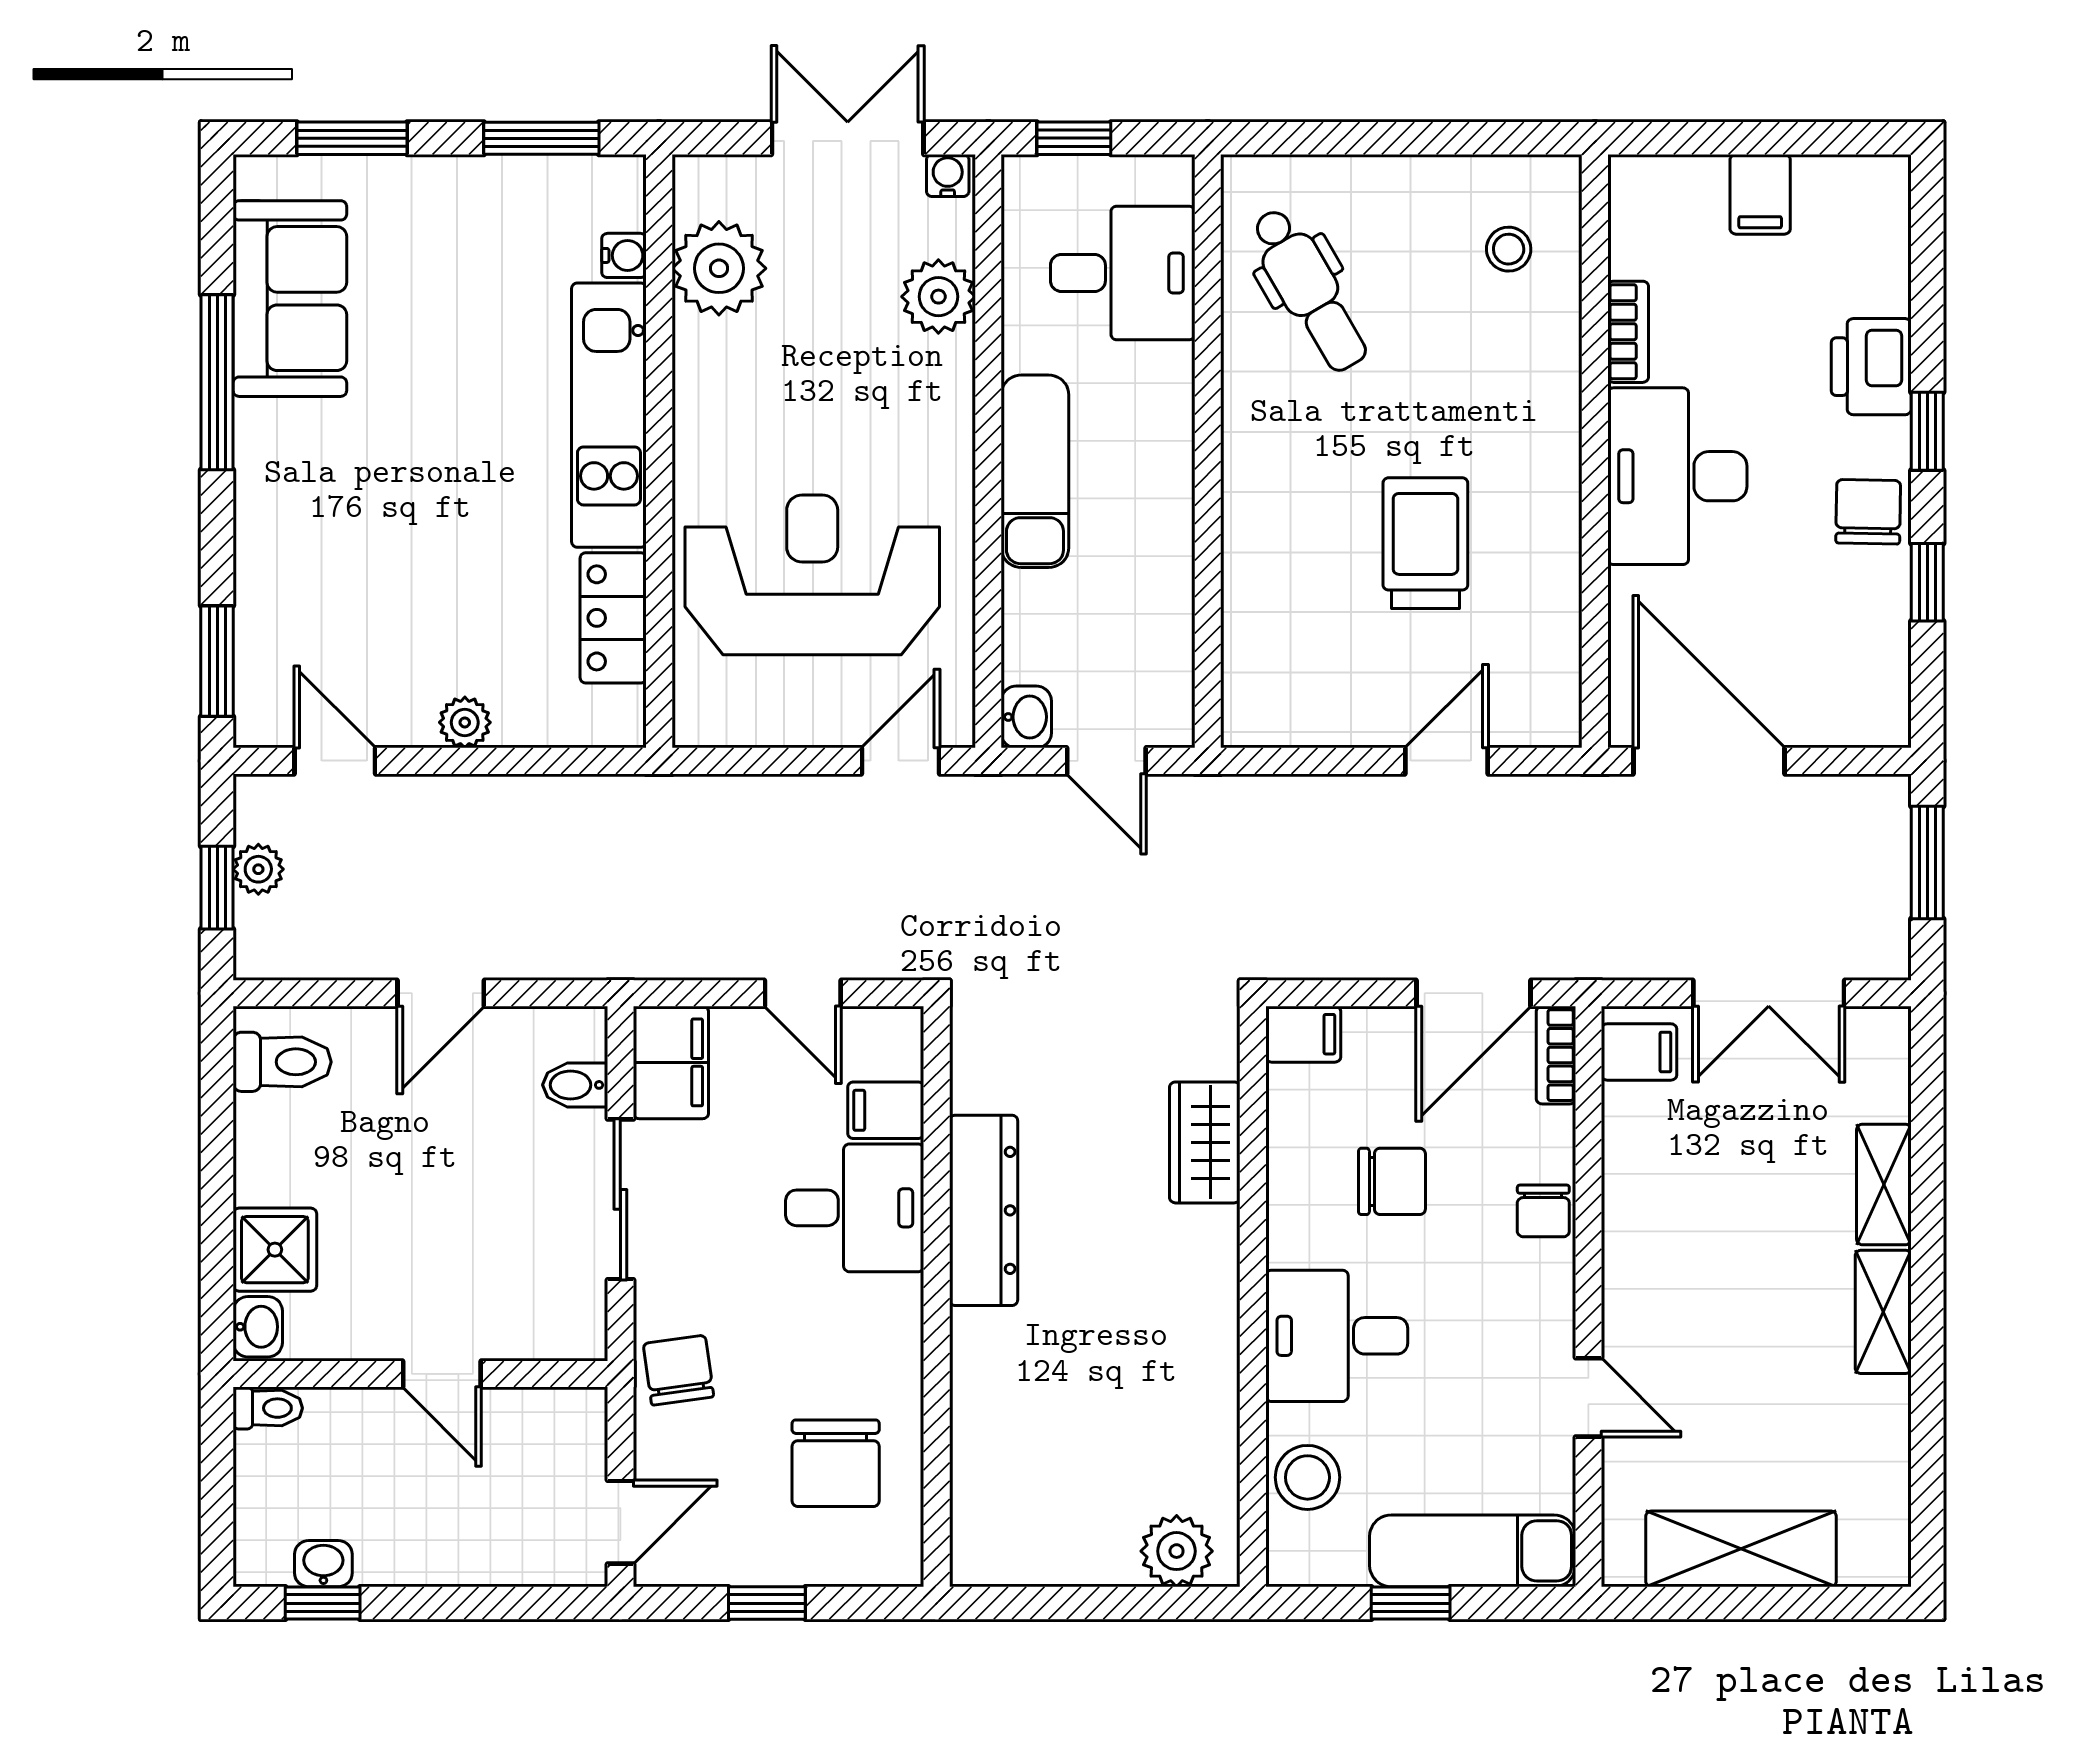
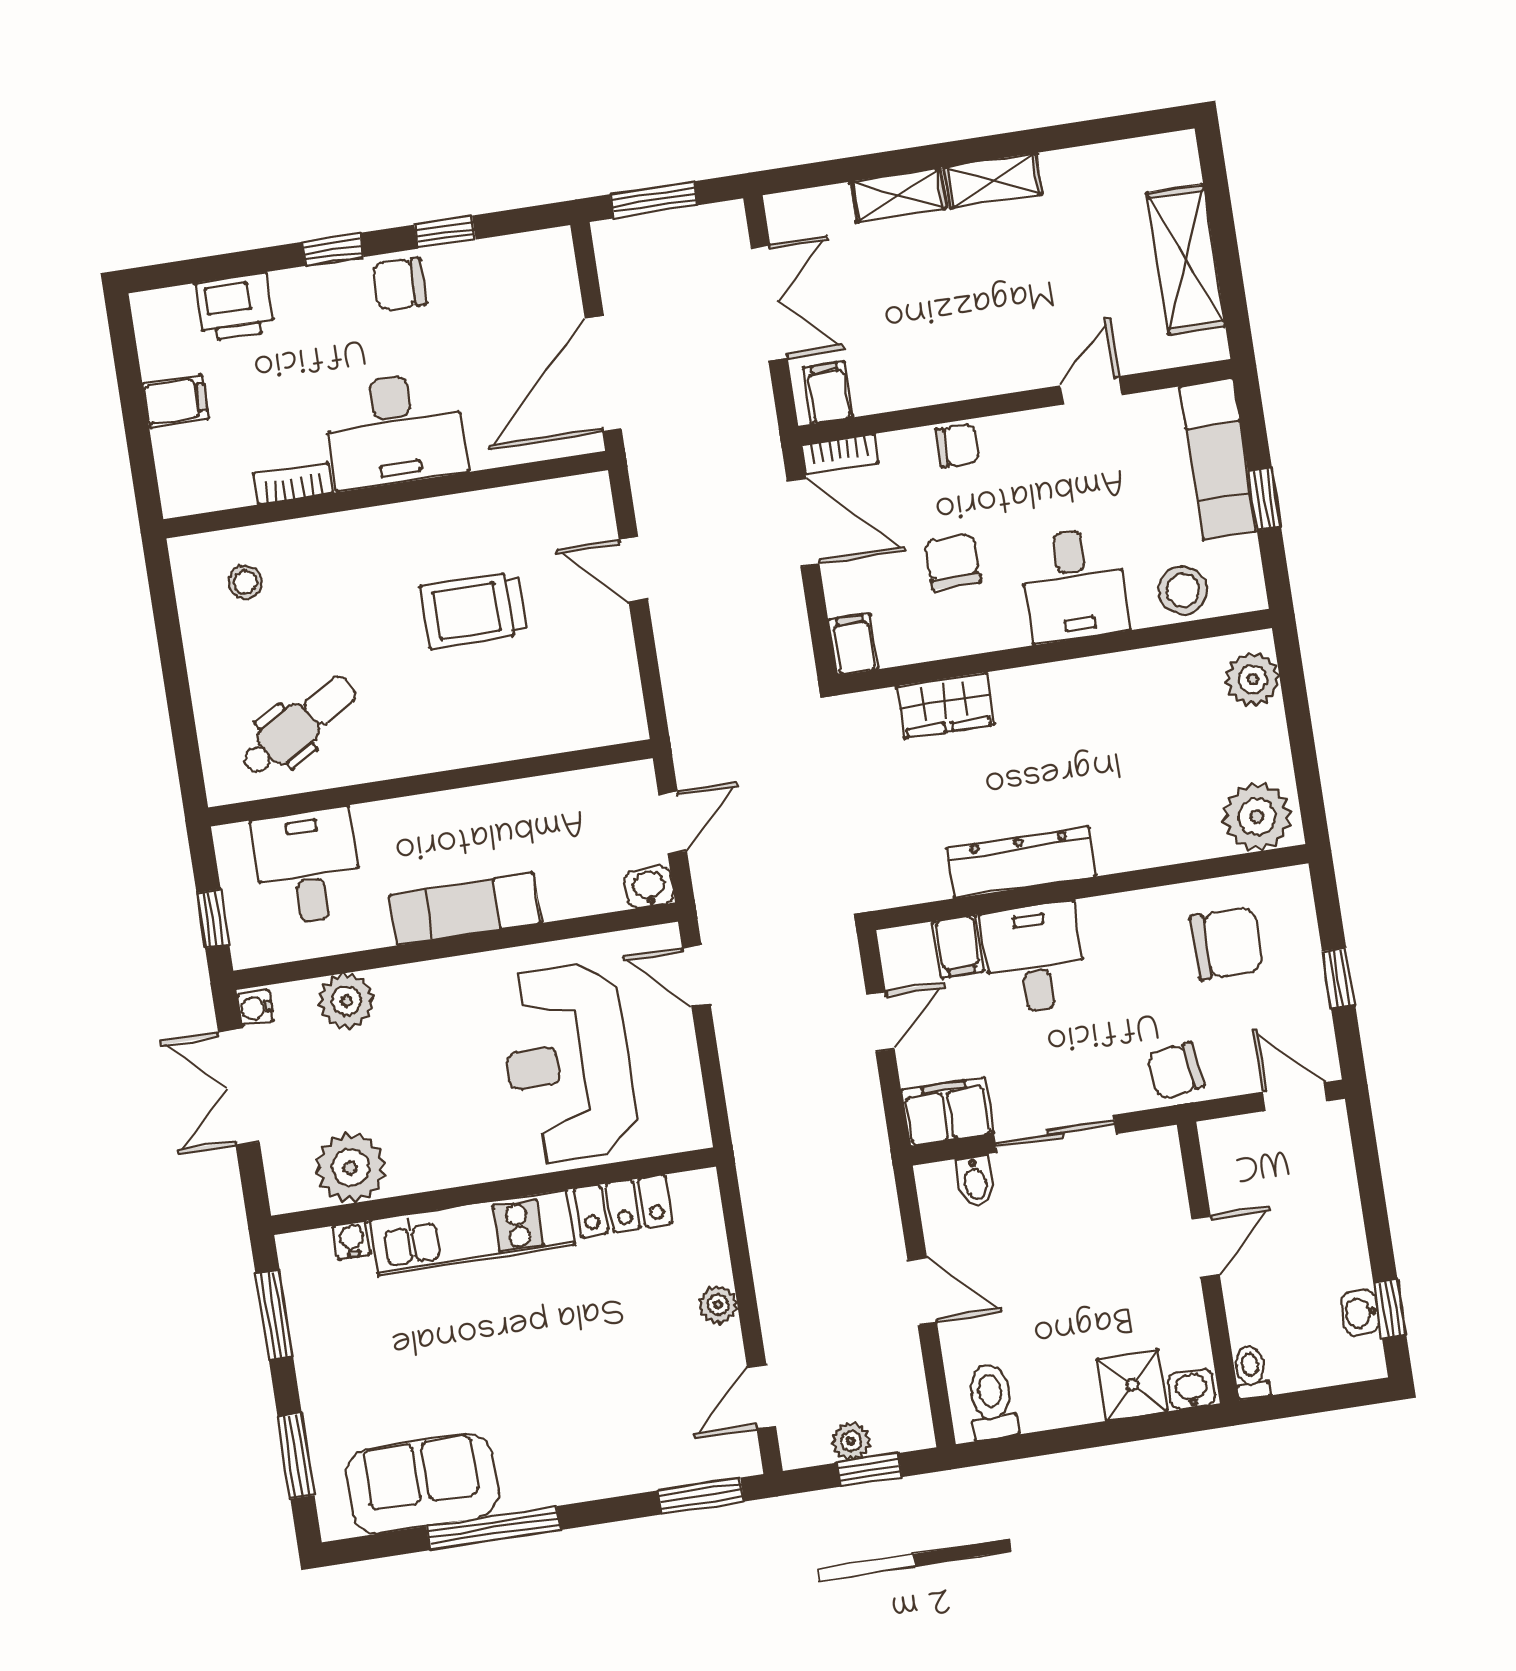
printer: (1871, 367) -> (235, 307), moved
plant: (995, 1529) -> (1257, 817), added

